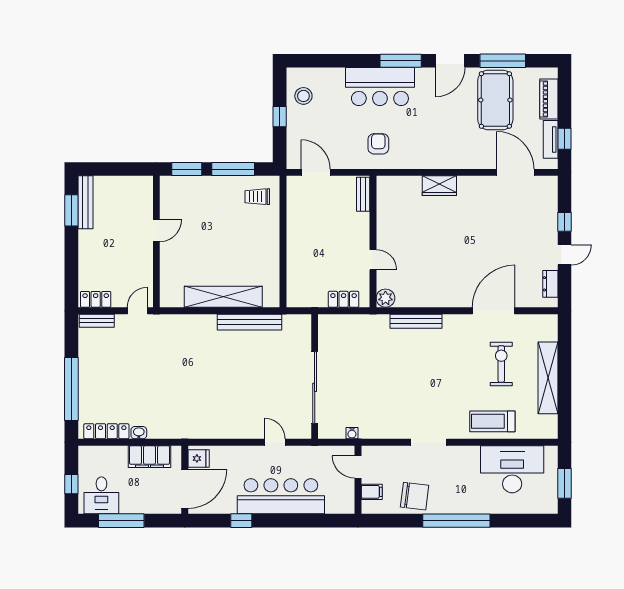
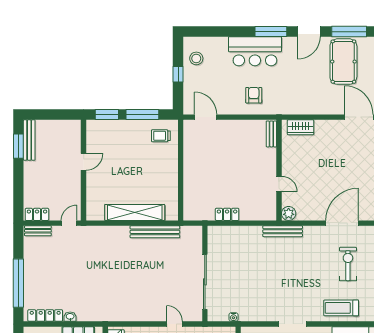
bench: (363, 194) -> (271, 134), moved
wall: (373, 242) -> (279, 170), moved
door: (373, 260) -> (279, 184), moved
plant: (385, 298) -> (289, 213), moved

